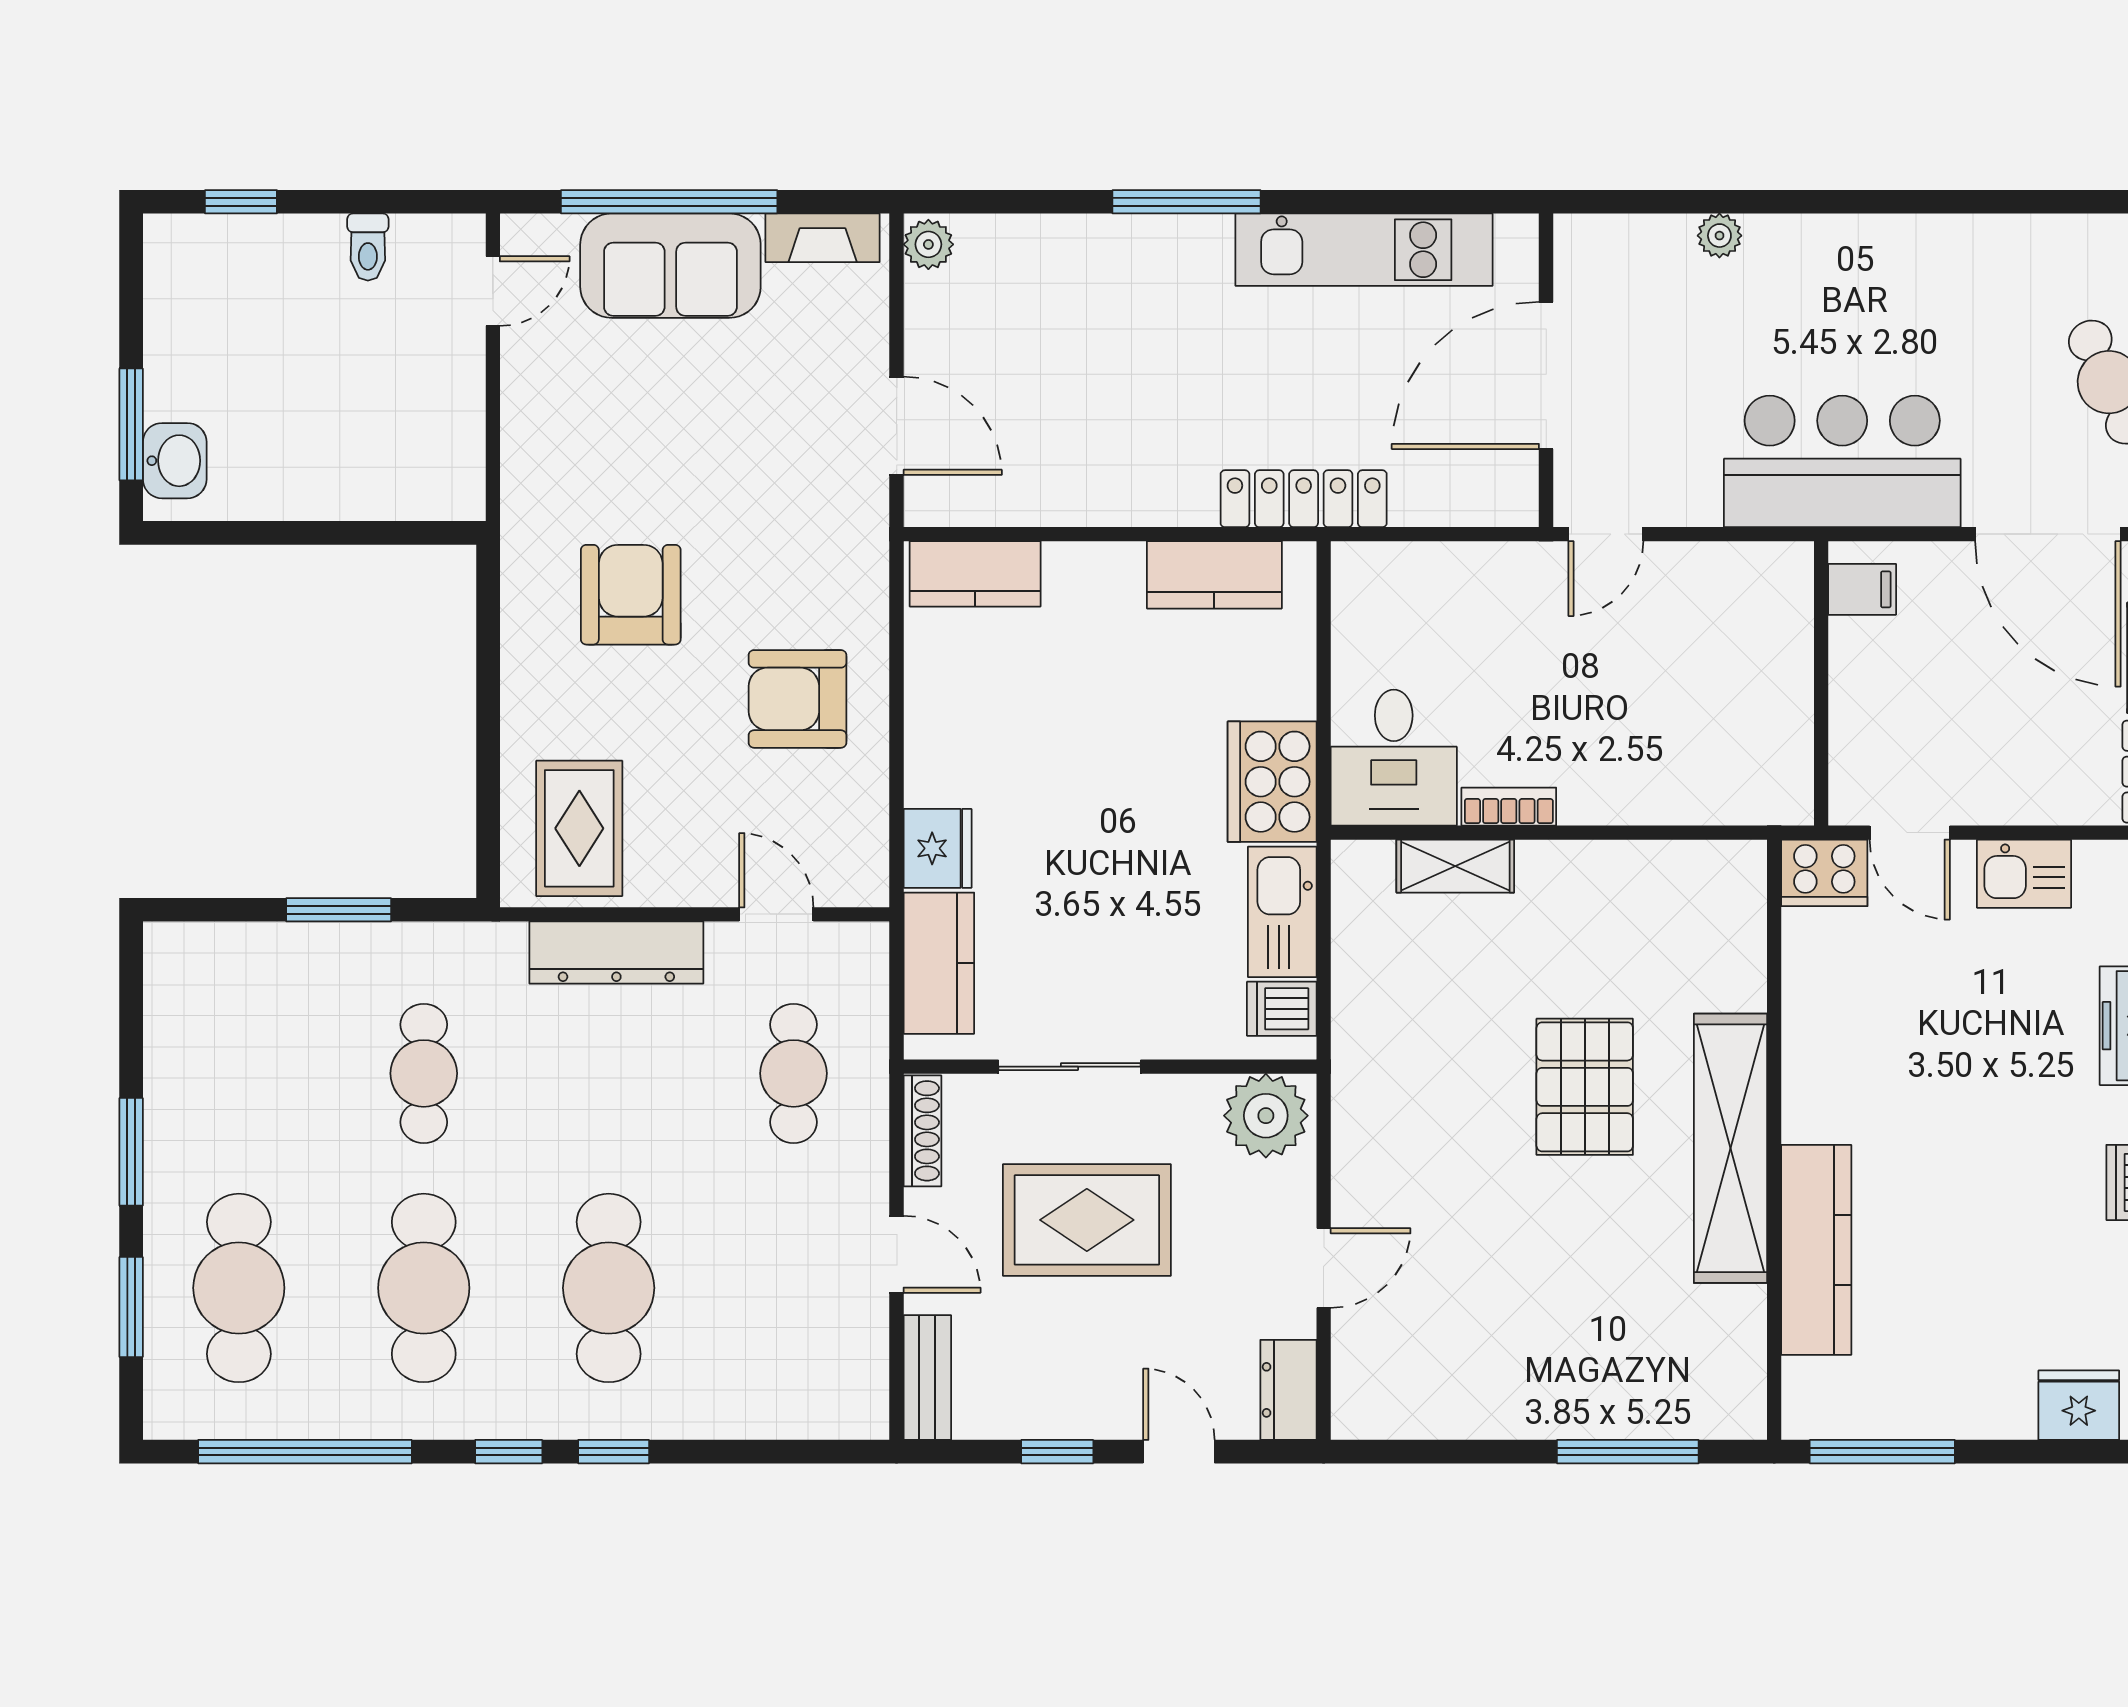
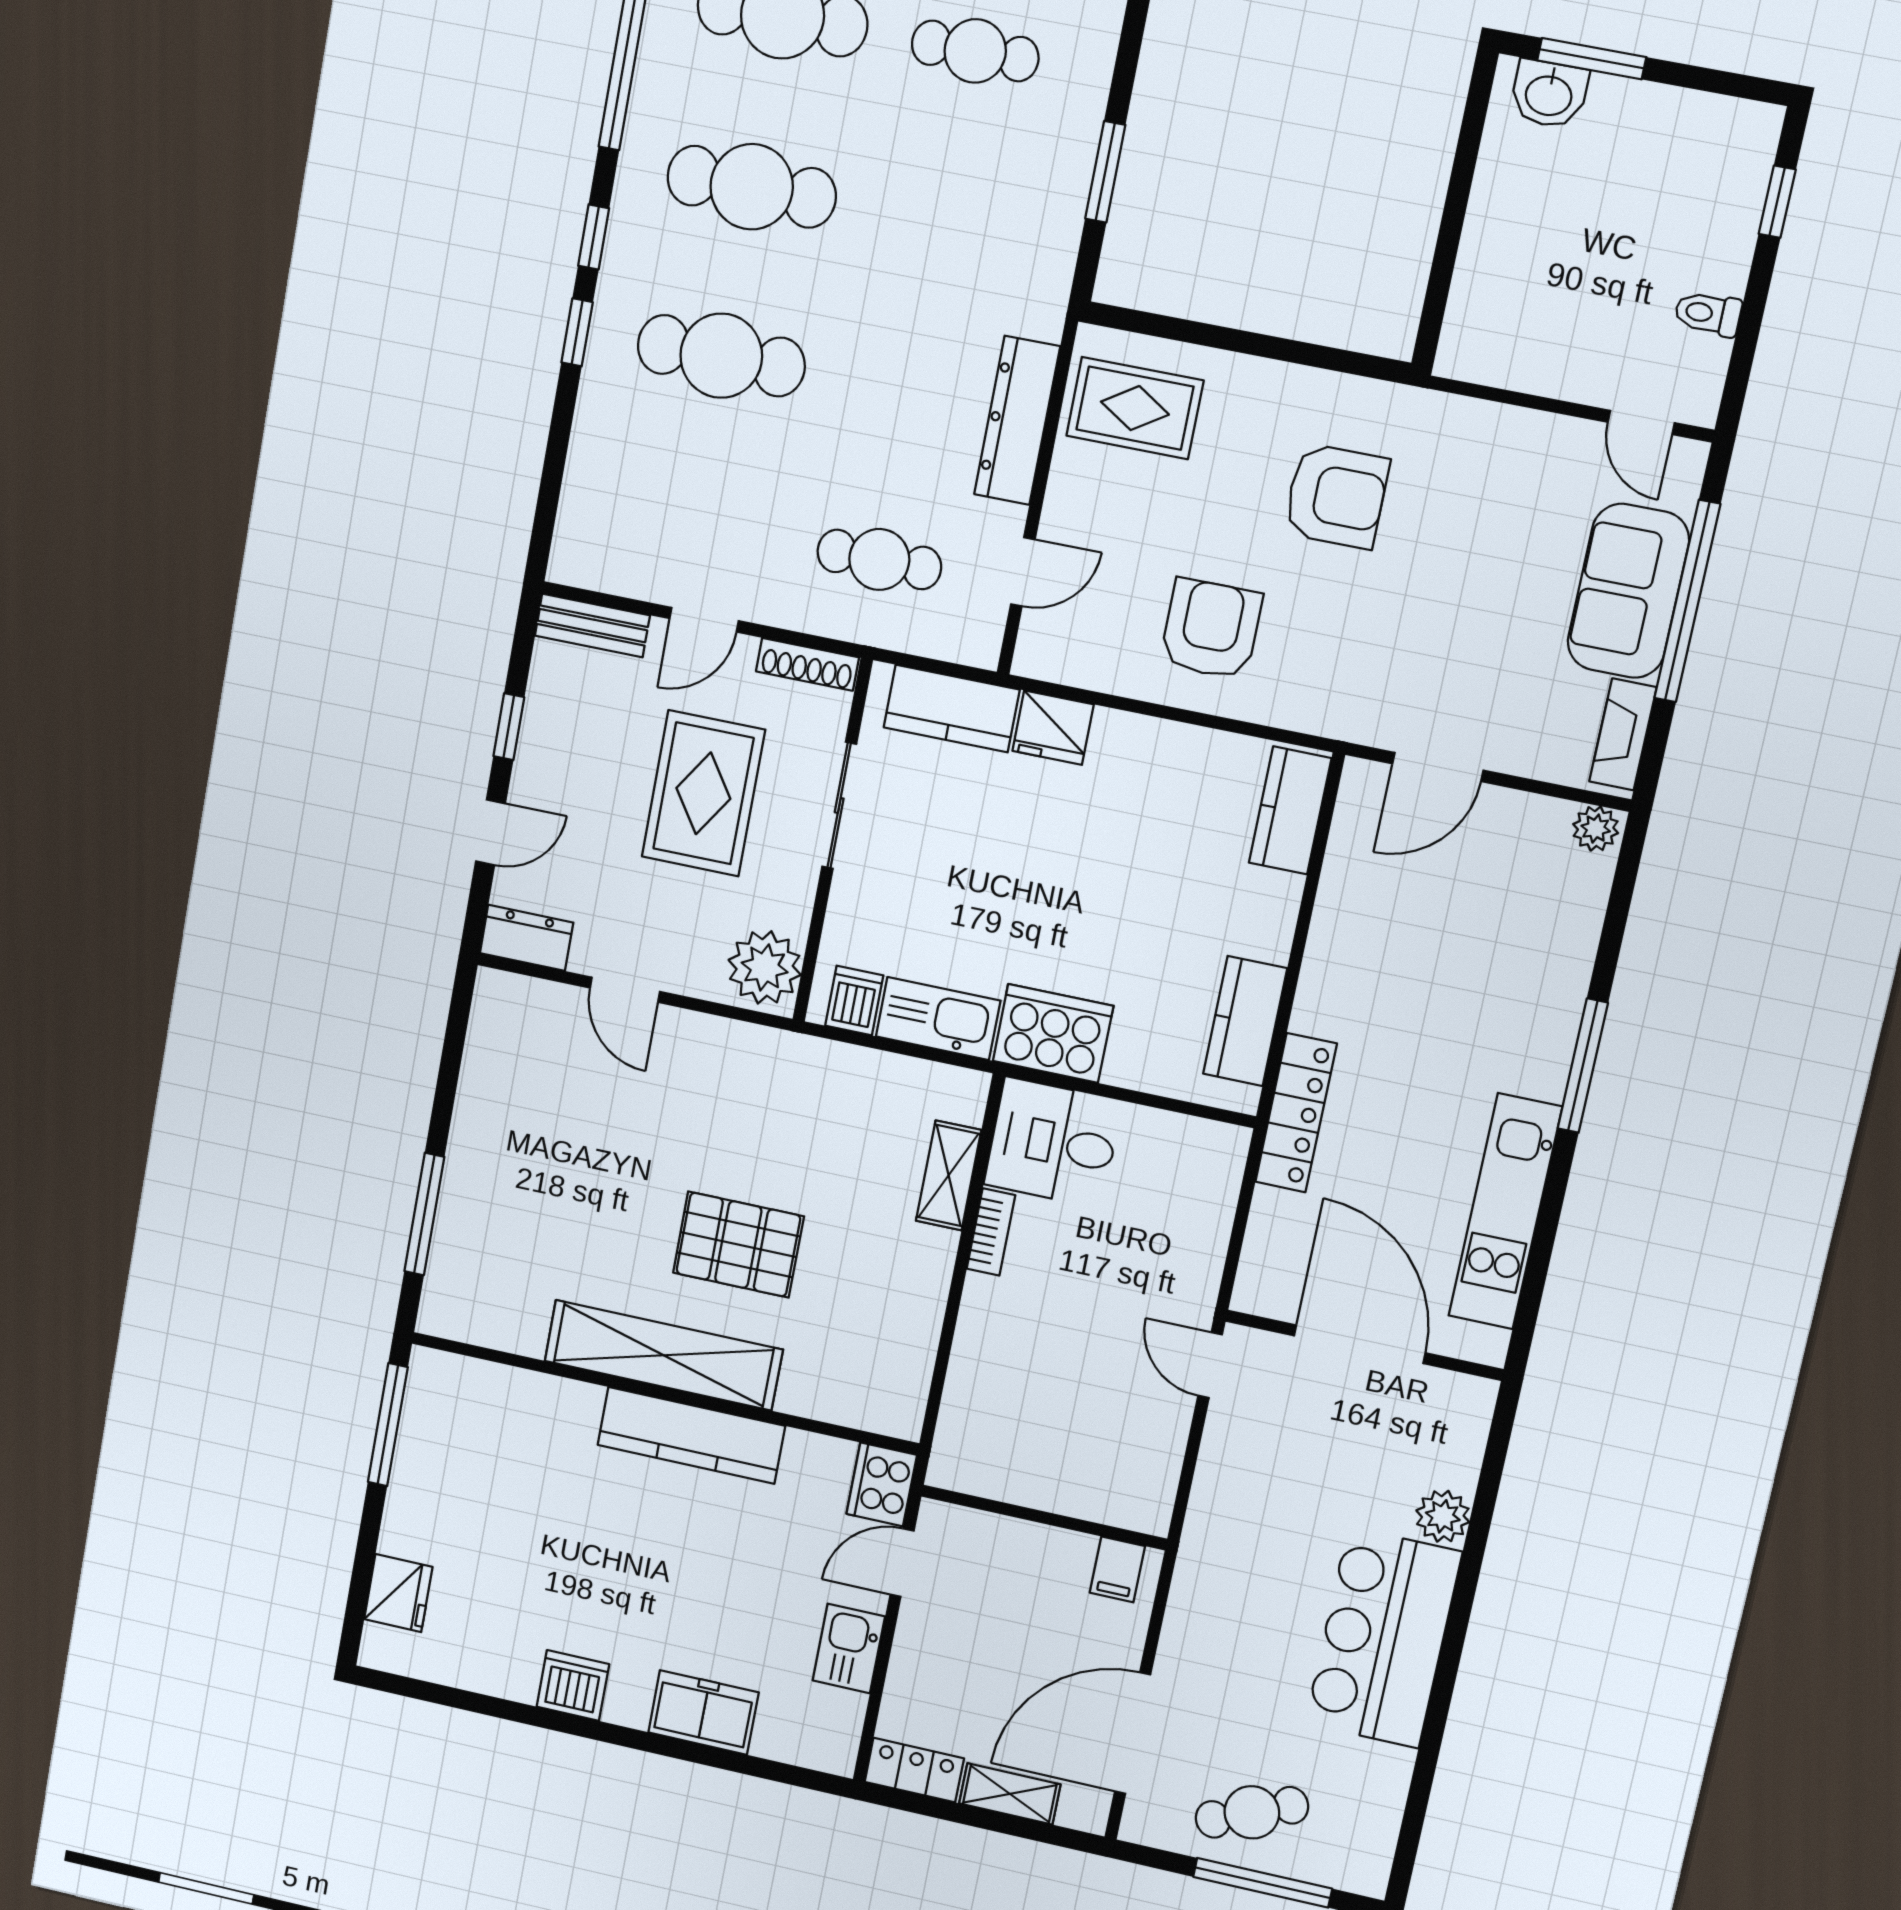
plant: (1719, 236) -> (1443, 1516), width x1.38, depth x1.38
bar counter: (1842, 461) -> (1383, 1638), moved, turned 180
cafe table: (424, 1073) -> (975, 51), moved
kitchen counter: (1816, 1250) -> (691, 1435), moved

